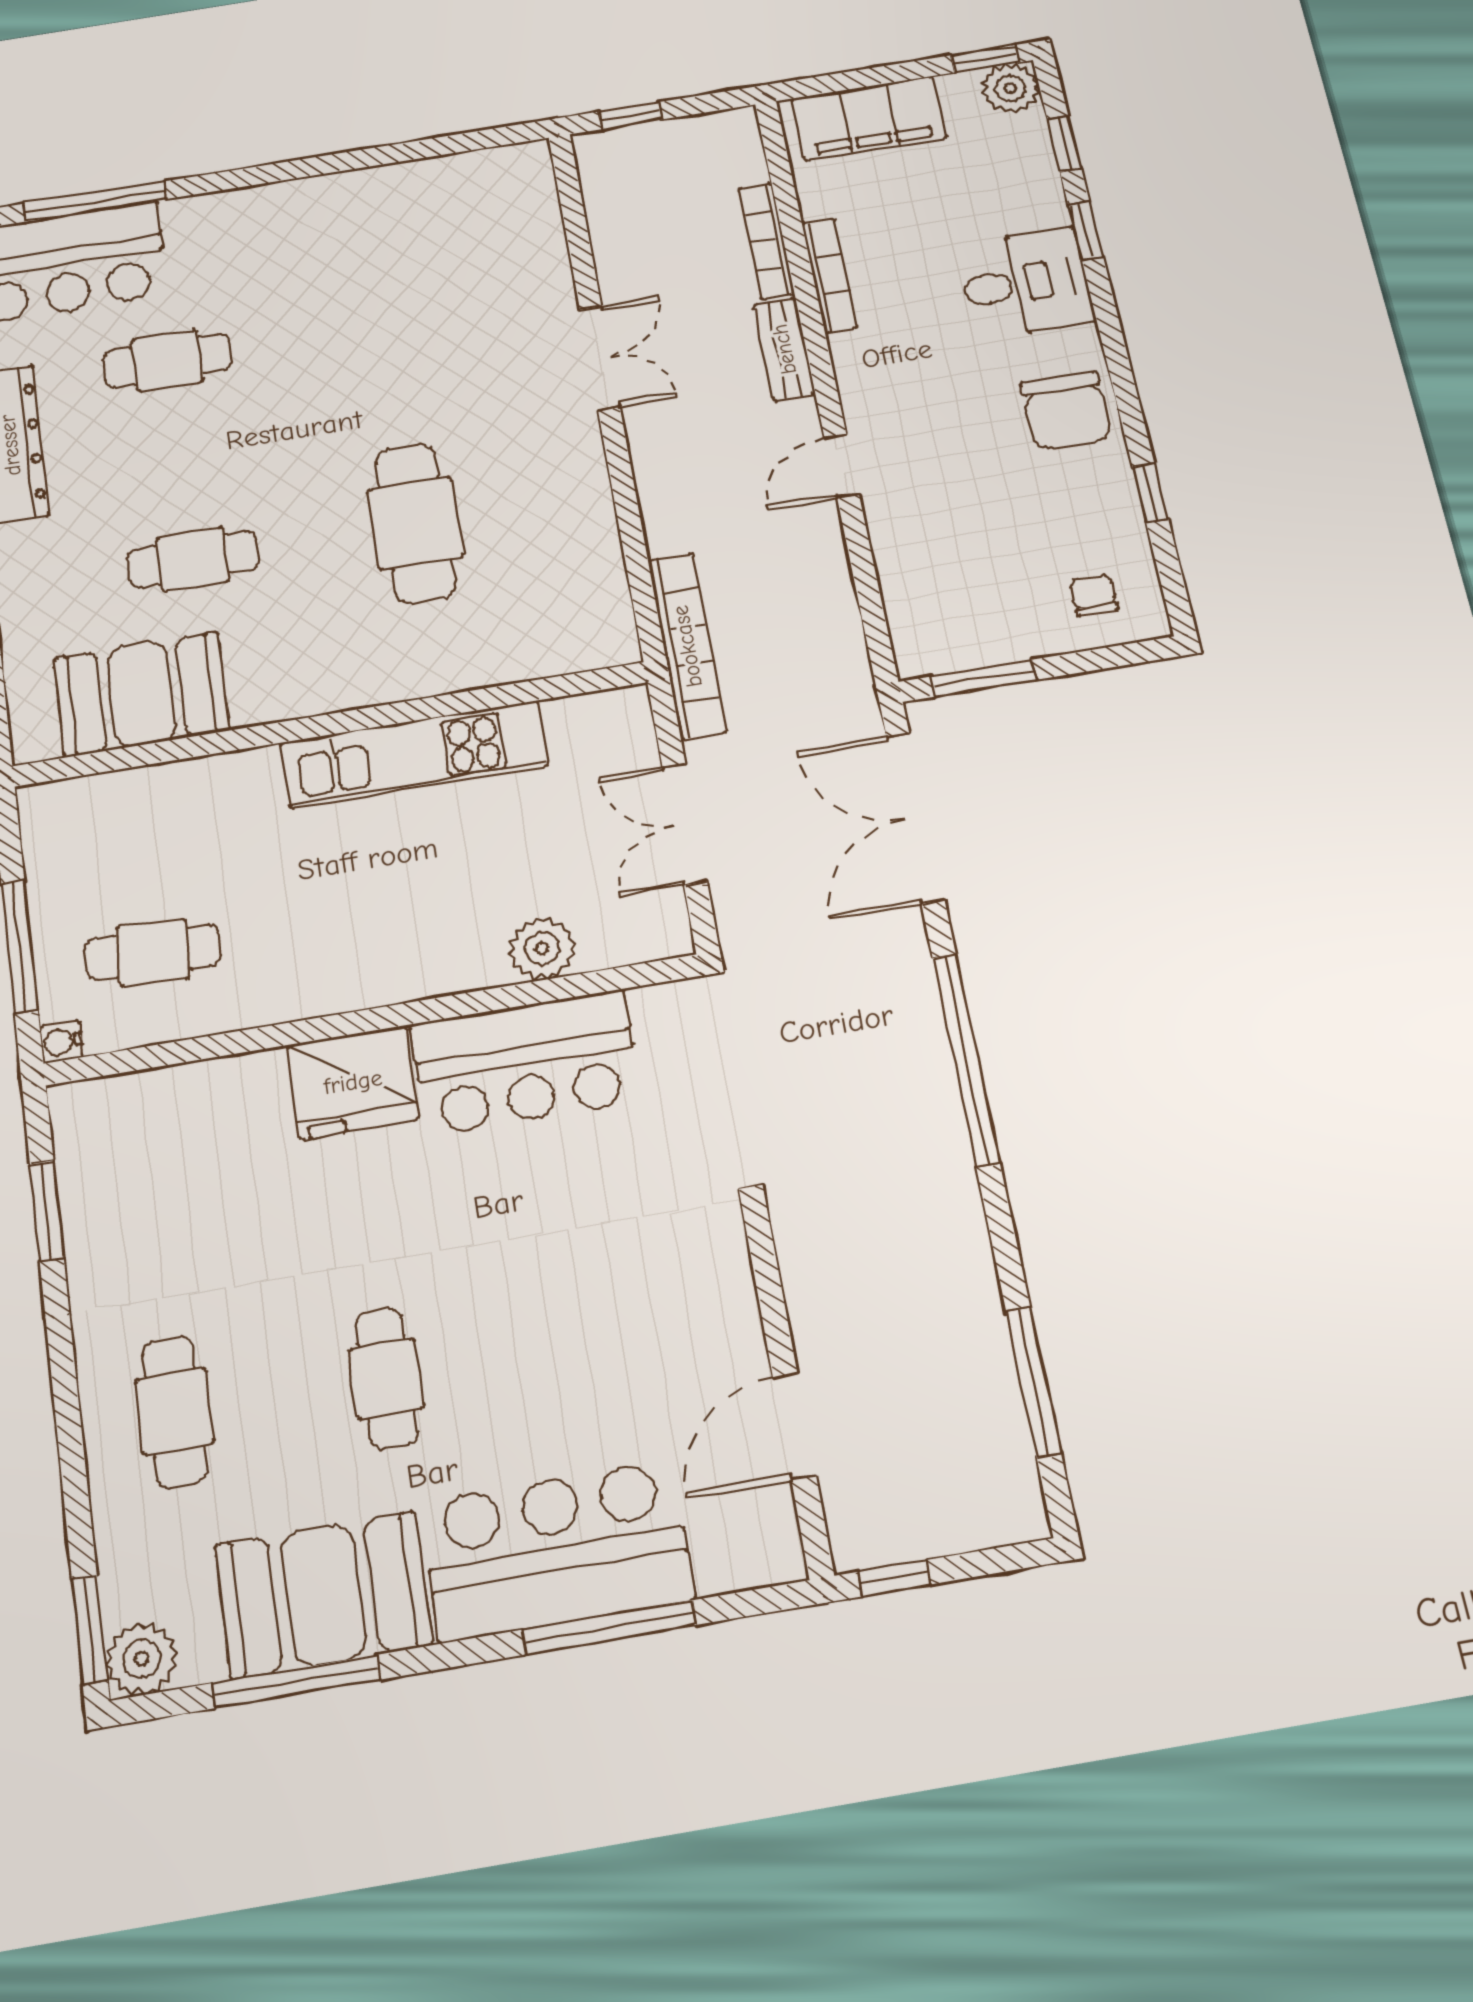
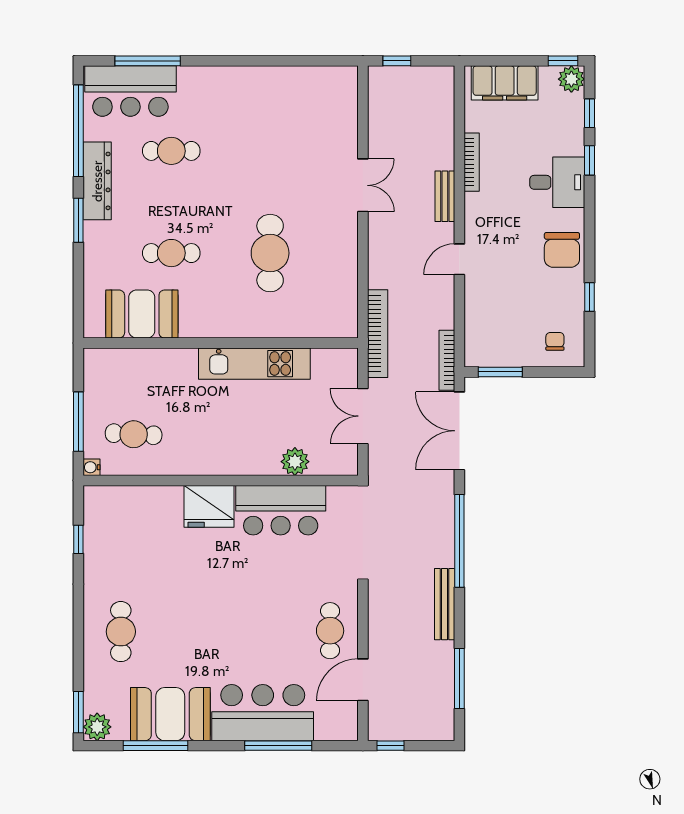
bookcase: (766, 241) -> (447, 360), moved
window: (47, 1211) -> (78, 539), width x0.67
bench: (960, 1211) -> (445, 604), added
cafe table: (386, 1378) -> (330, 631), moved

